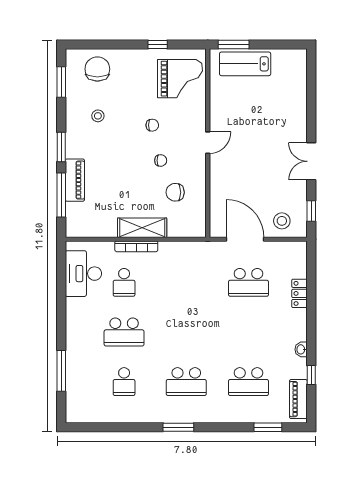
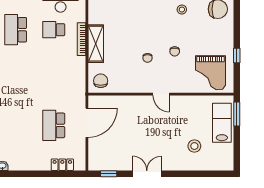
chair: (175, 192) -> (101, 81), moved
stool: (282, 221) -> (194, 146), moved
locker: (300, 293) -> (62, 165), moved

